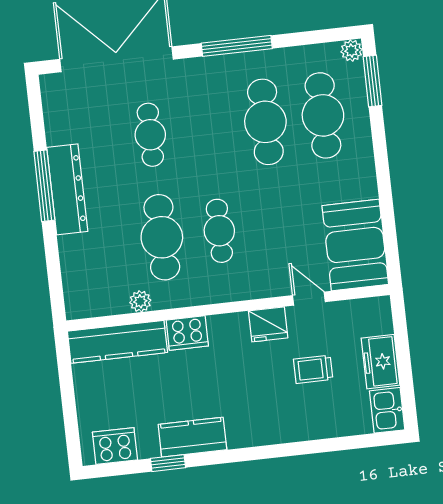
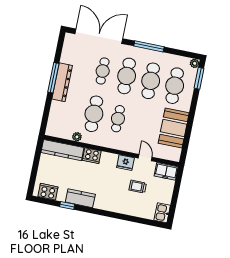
cafe table: (208, 128) -> (127, 76), added
booth: (355, 245) -> (174, 128), moved
freezer: (381, 362) -> (166, 171), moved, turned -90

